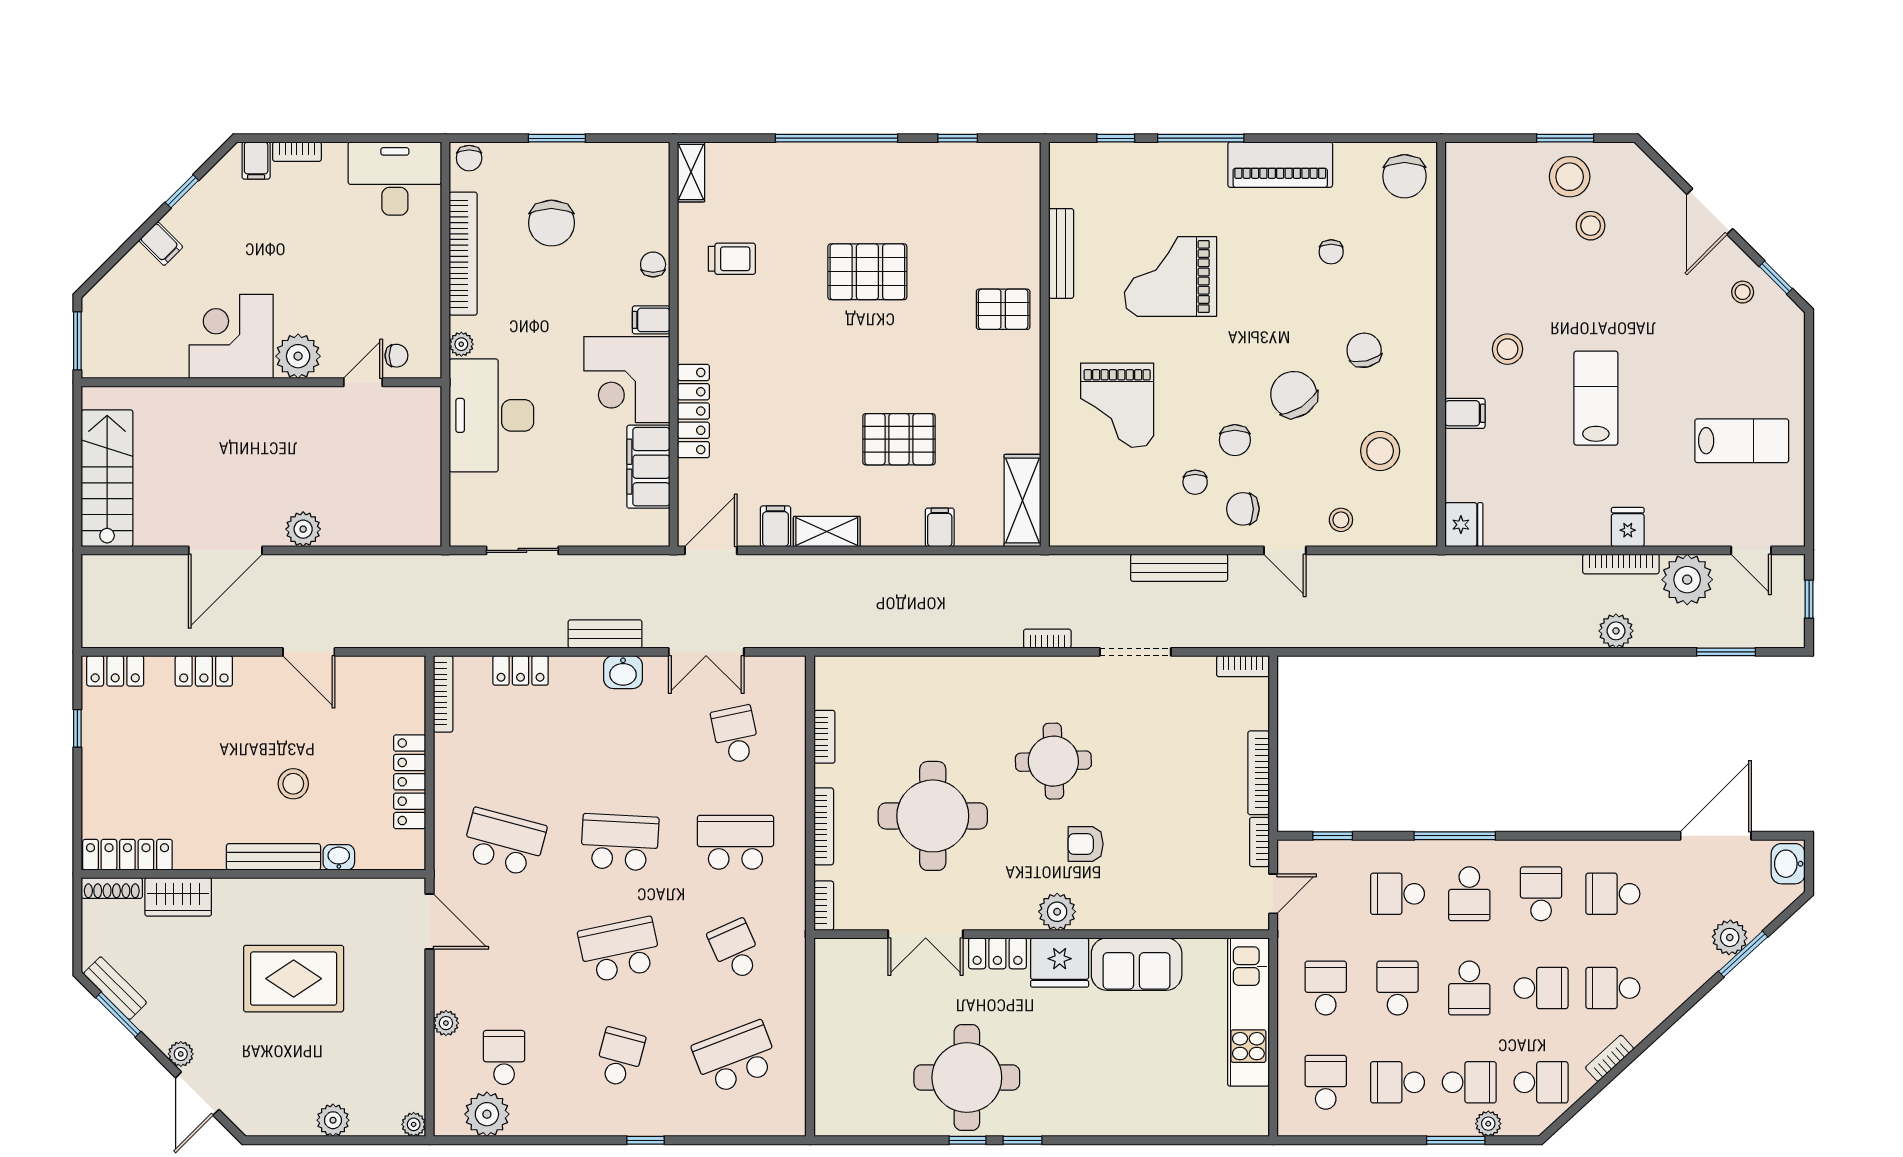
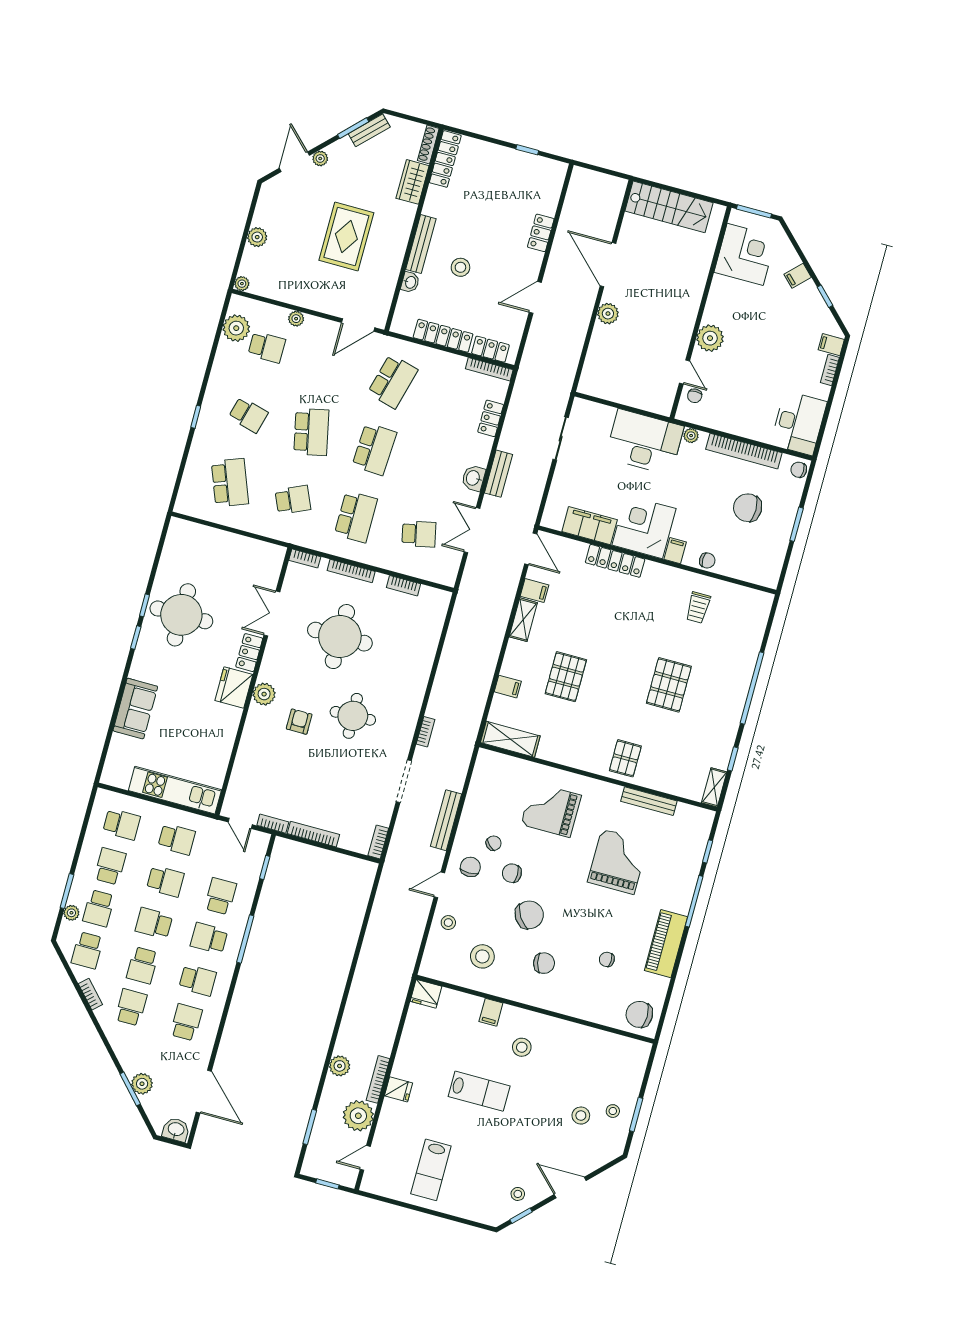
shelving: (691, 172) -> (714, 787), moved, turned 90
stool: (1570, 177) -> (613, 1111), width x0.53, depth x0.53
corner desk: (231, 336) -> (745, 254), moved
chair: (1195, 482) -> (494, 843), turned 134
locker: (115, 671) -> (490, 349), moved, turned 90
sofa: (1137, 964) -> (135, 709), moved, turned 180
door: (197, 1094) -> (294, 162), hinge flipped

